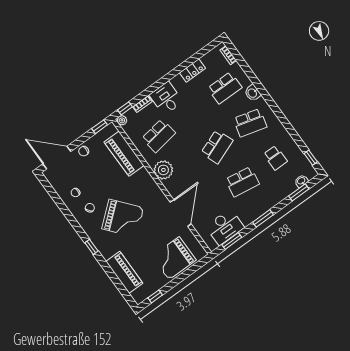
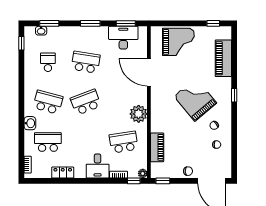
piano: (124, 154) -> (157, 147), width x0.73, depth x0.75
door: (181, 213) -> (149, 72), hinge flipped

